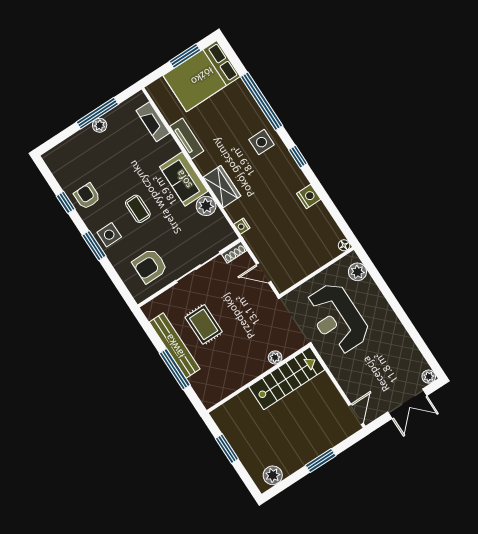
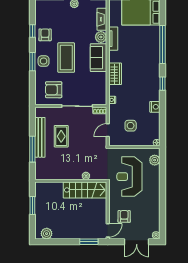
side table: (261, 142) -> (131, 126), moved
plant: (206, 206) -> (101, 37), moved
coffee table: (138, 209) -> (66, 58), width x1.86, depth x1.72
door: (264, 273) -> (108, 130), hinge flipped
armchair: (366, 379) -> (124, 216), added
window: (321, 460) -> (89, 242), moved

